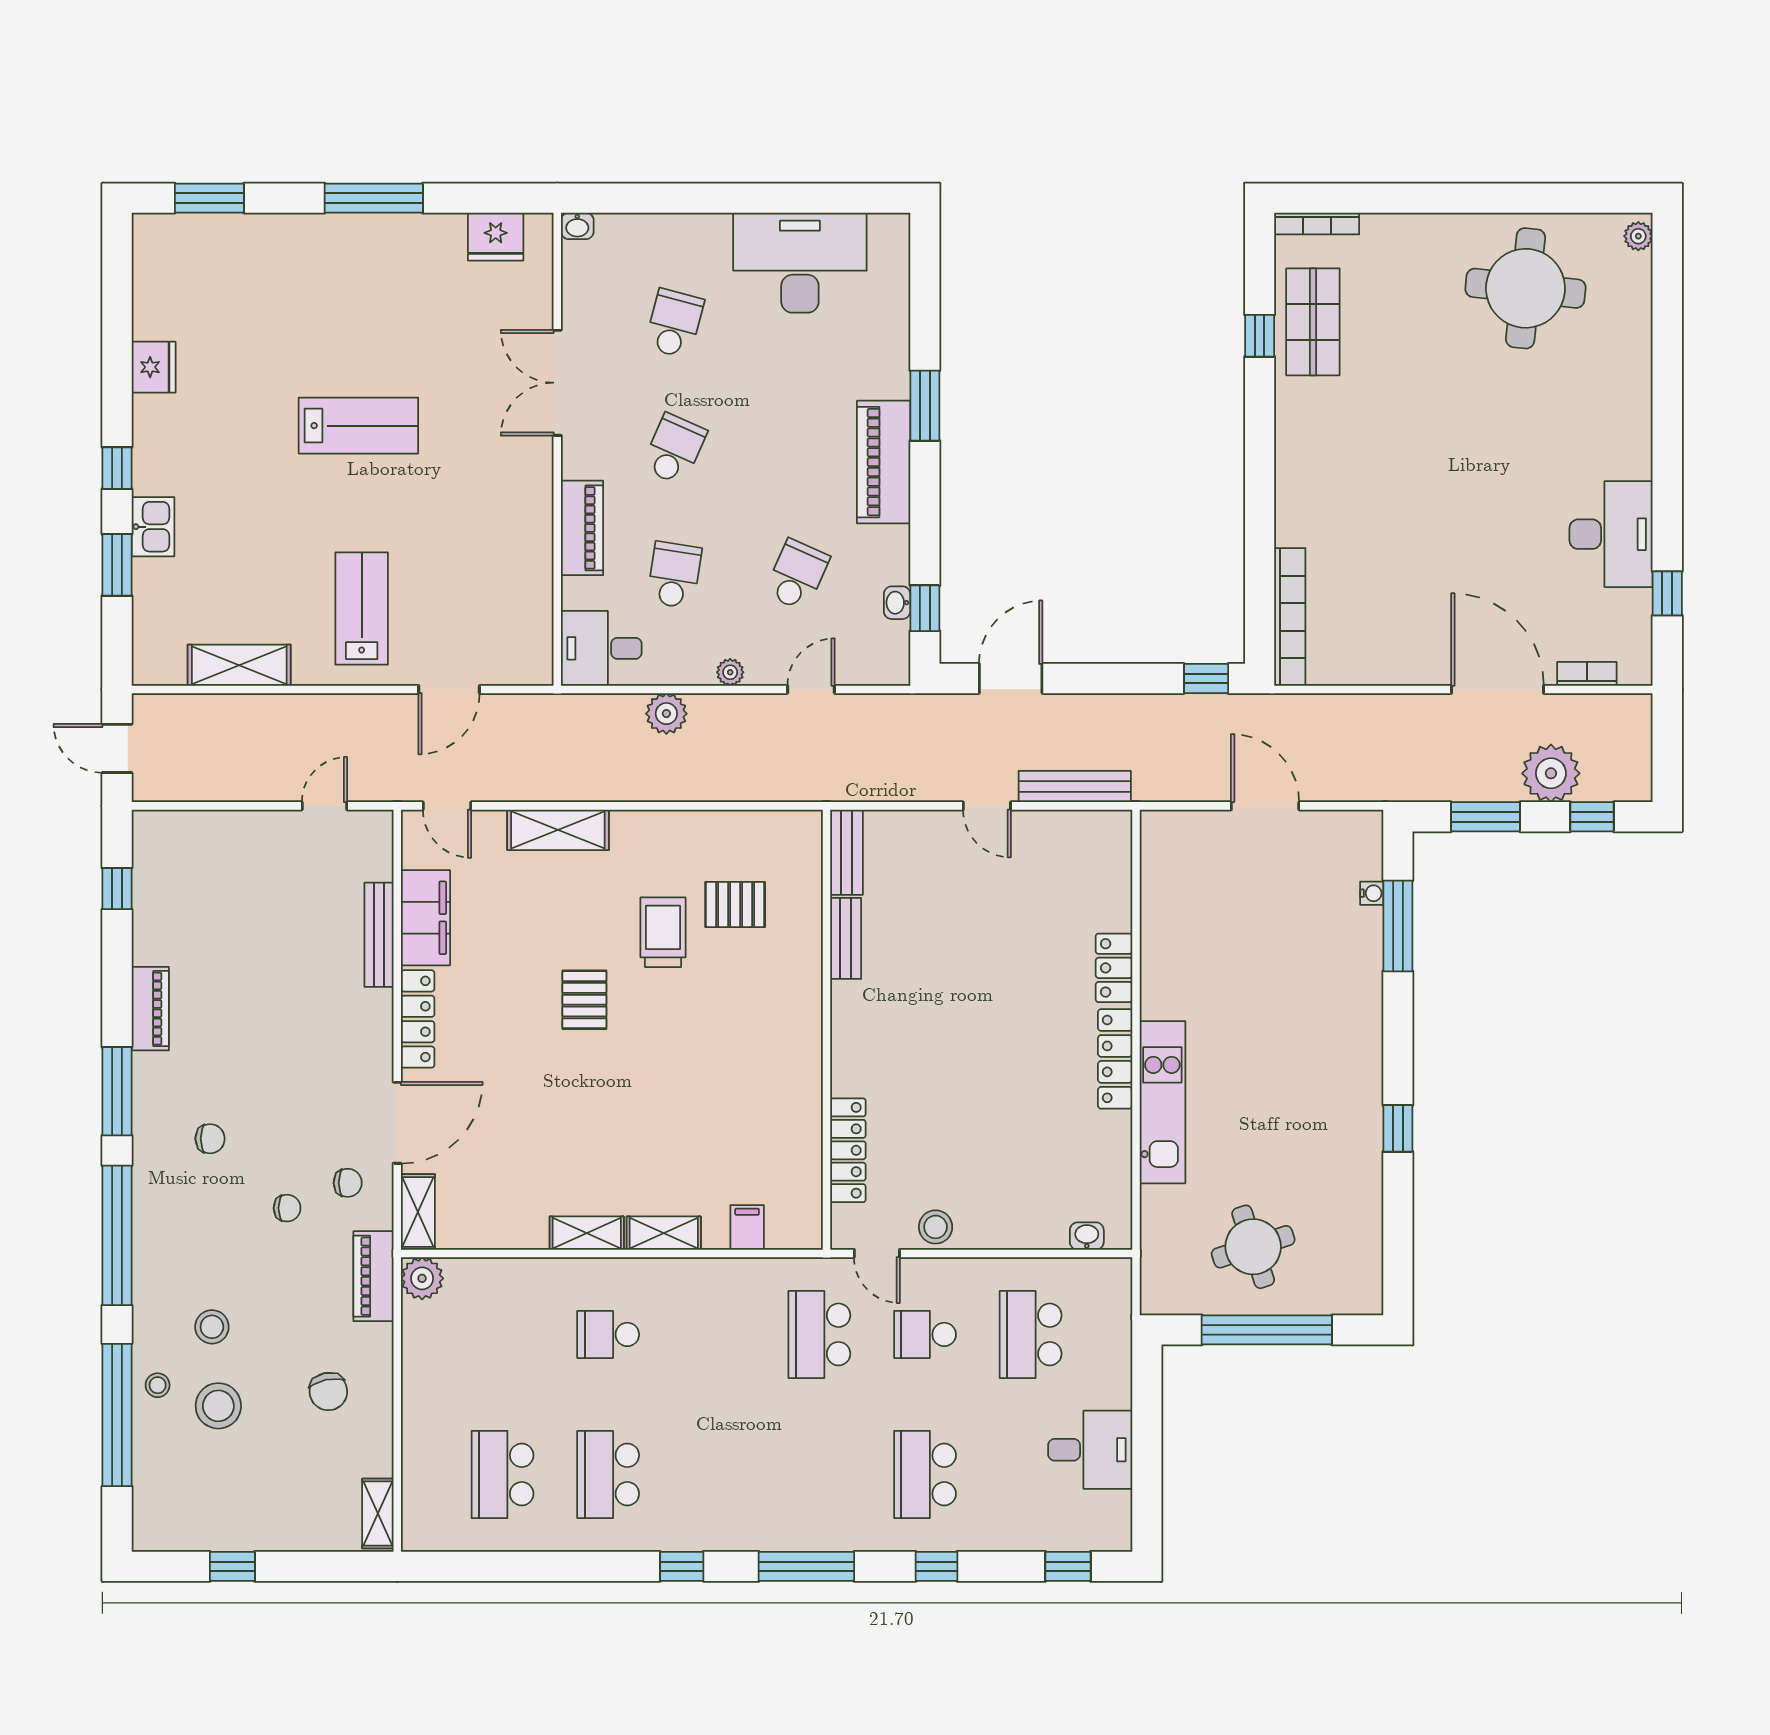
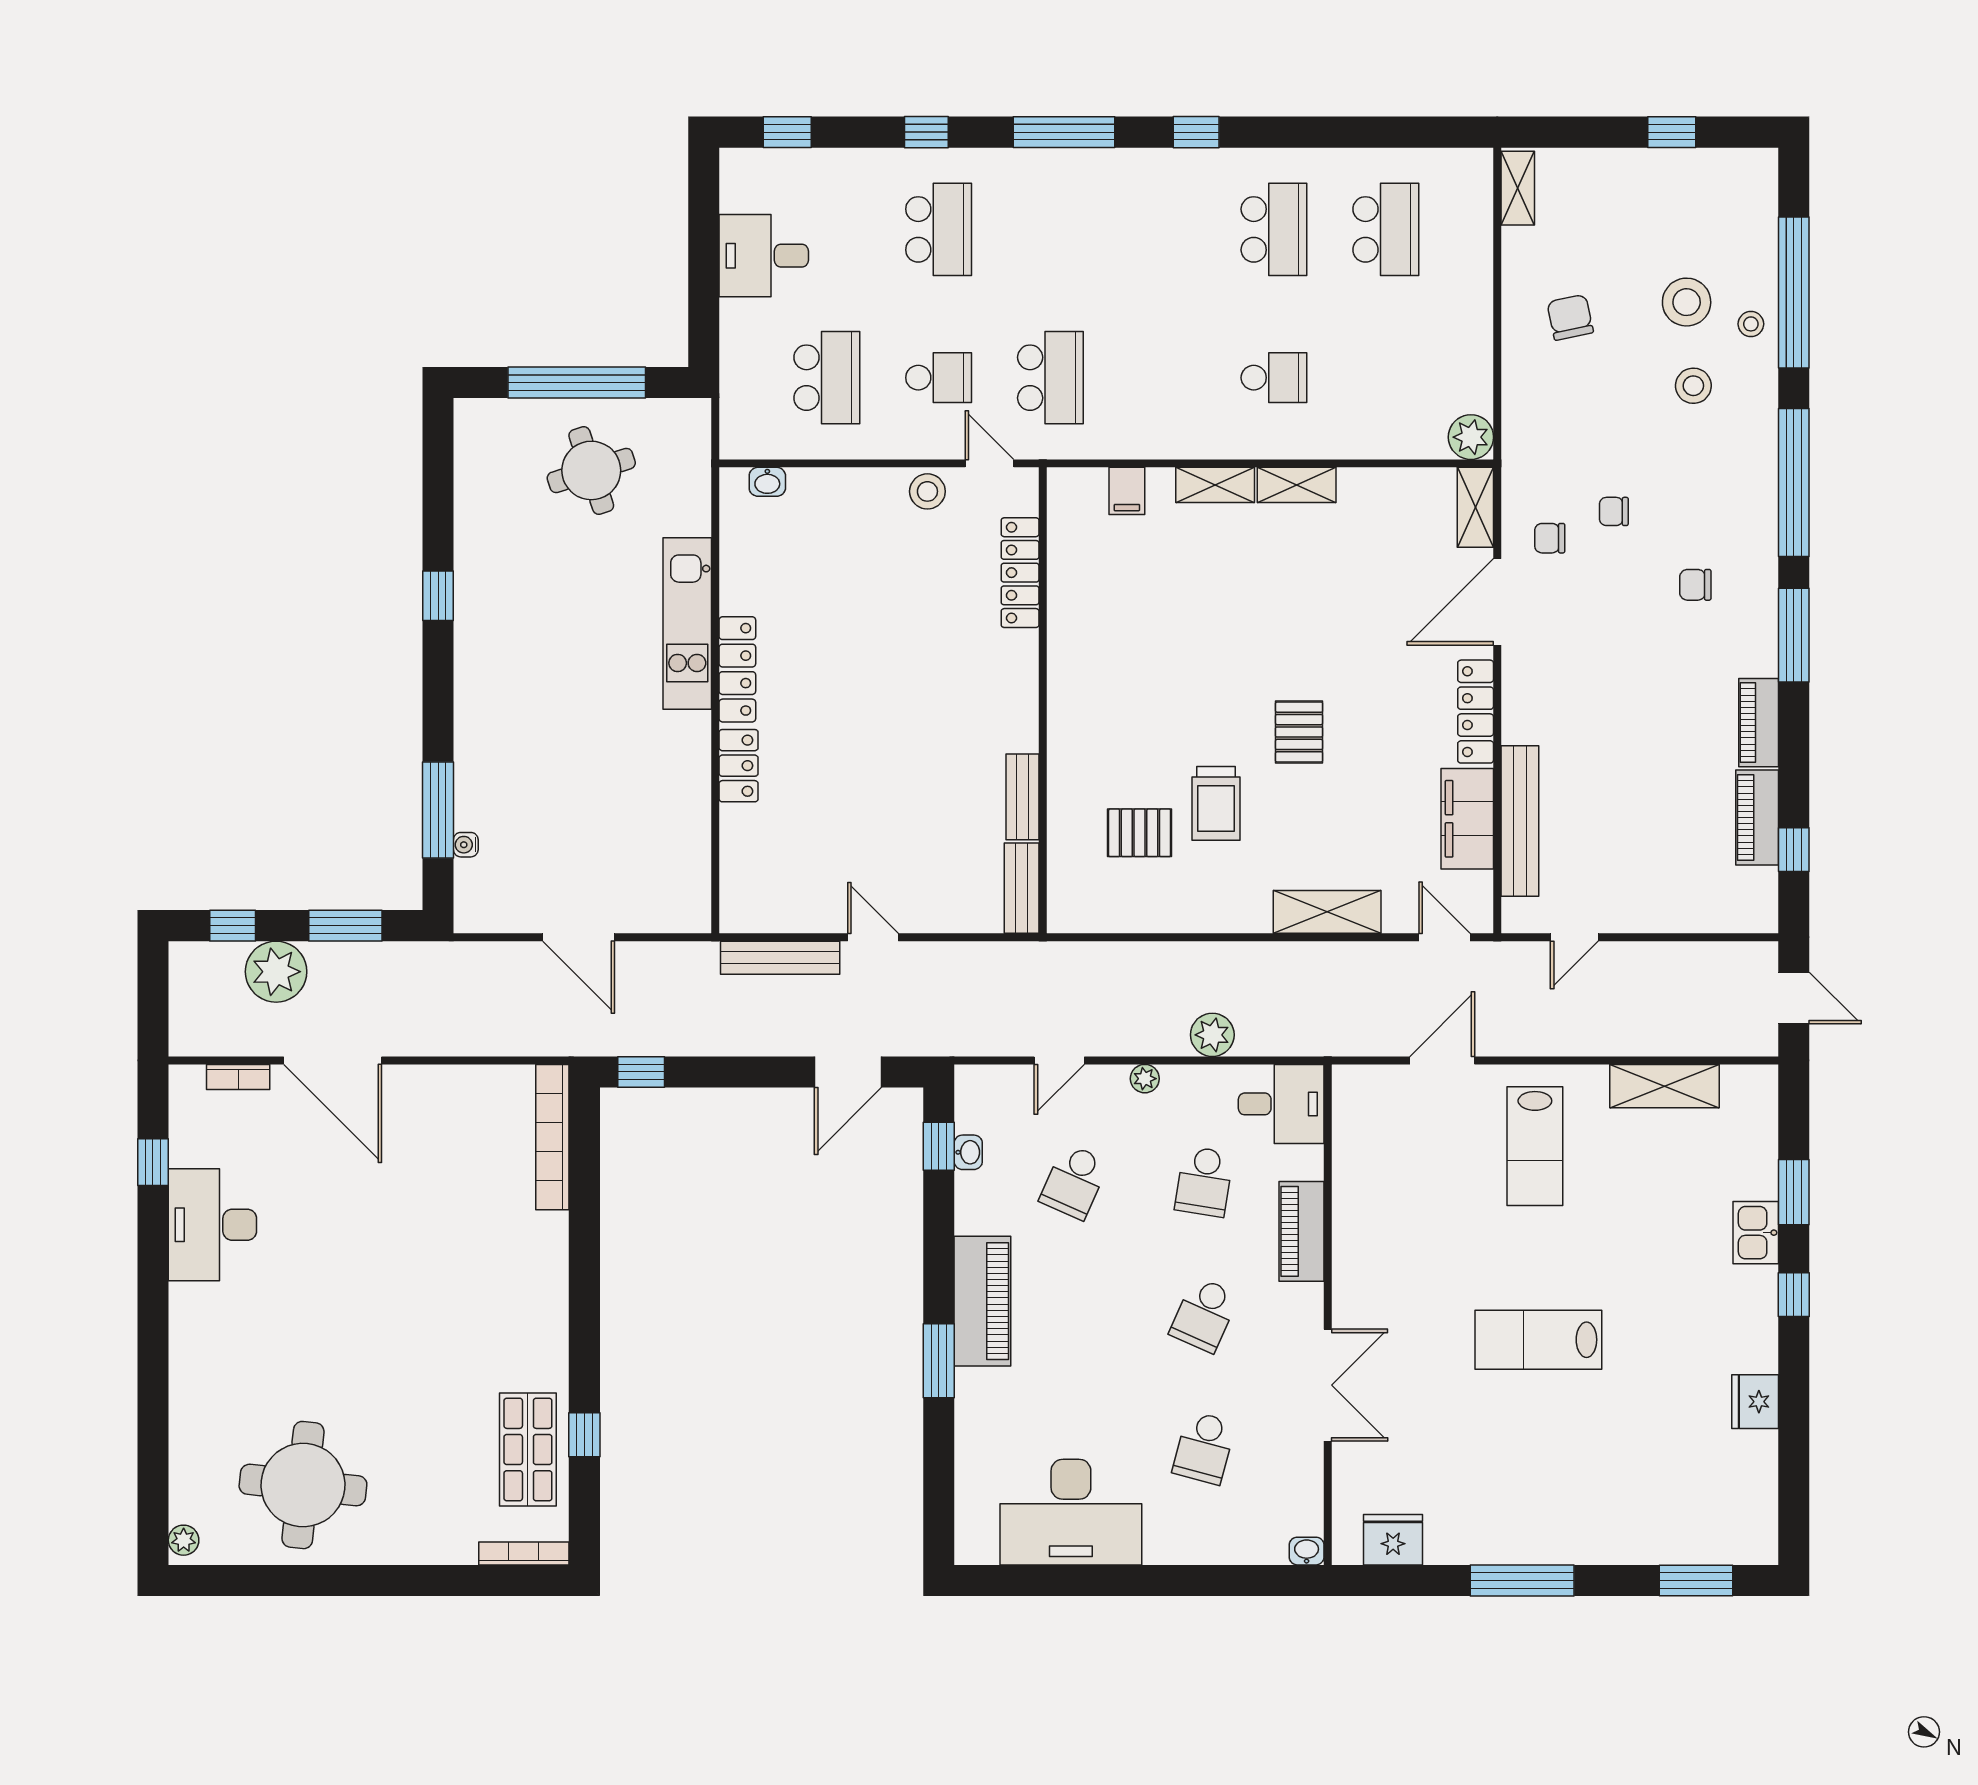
bench: (379, 935) -> (1520, 821), width x1.37, depth x1.21
piano: (373, 1276) -> (1757, 818), moved, turned 180

